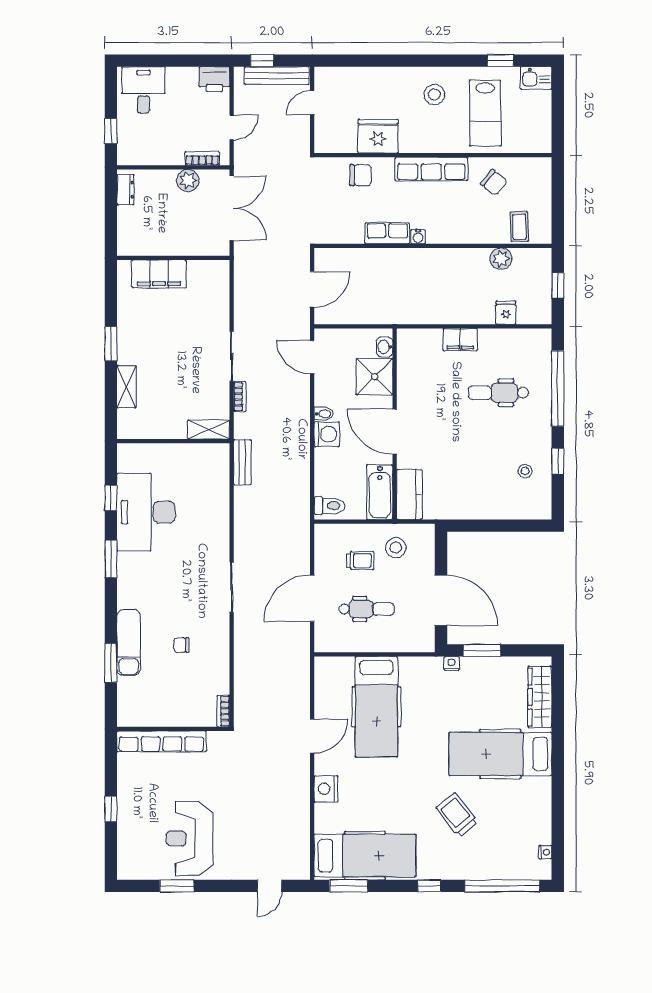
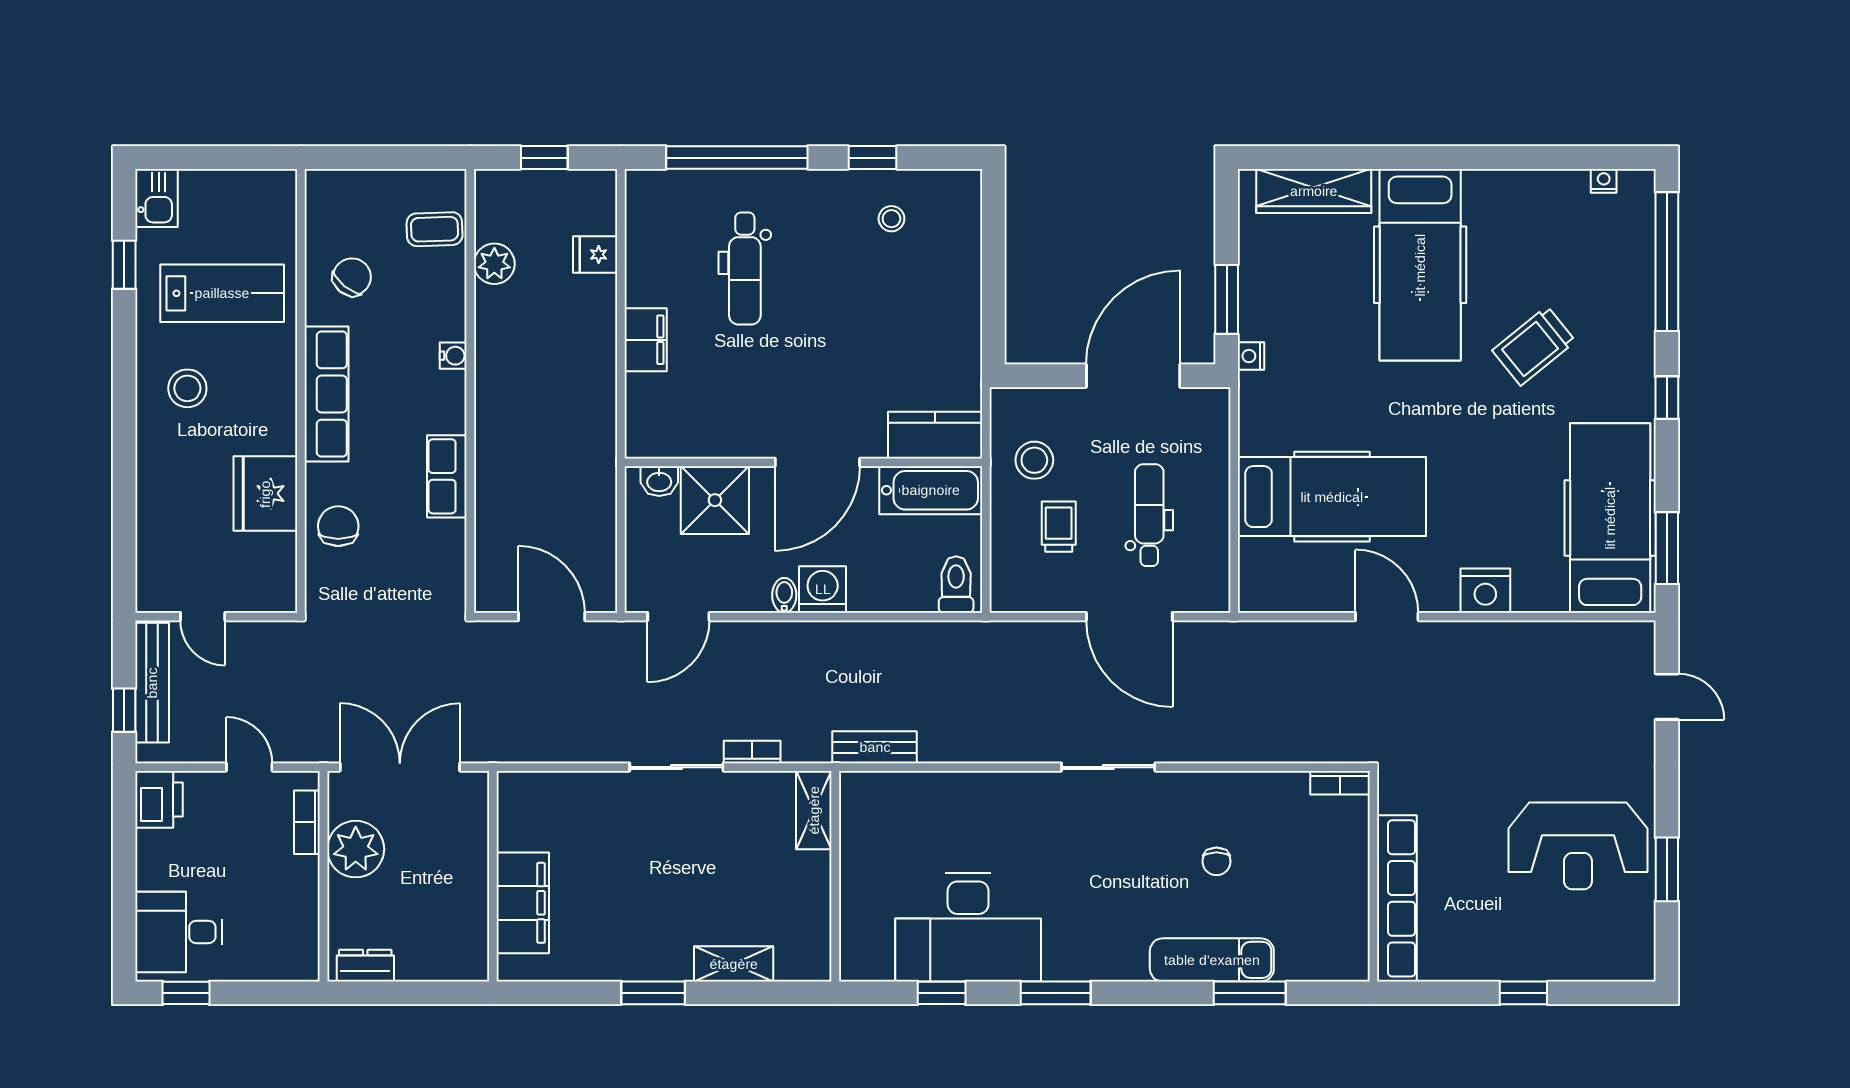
window: (111, 131) -> (186, 993), moved
plant: (188, 180) -> (356, 849), width x1.36, depth x1.36
water cooler: (418, 237) -> (453, 356), moved

